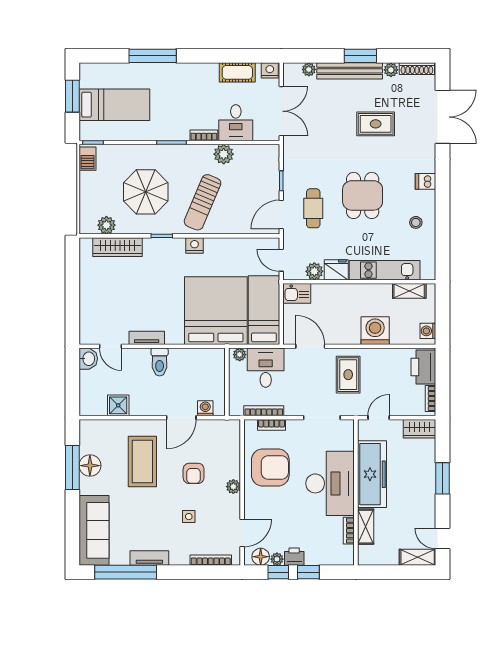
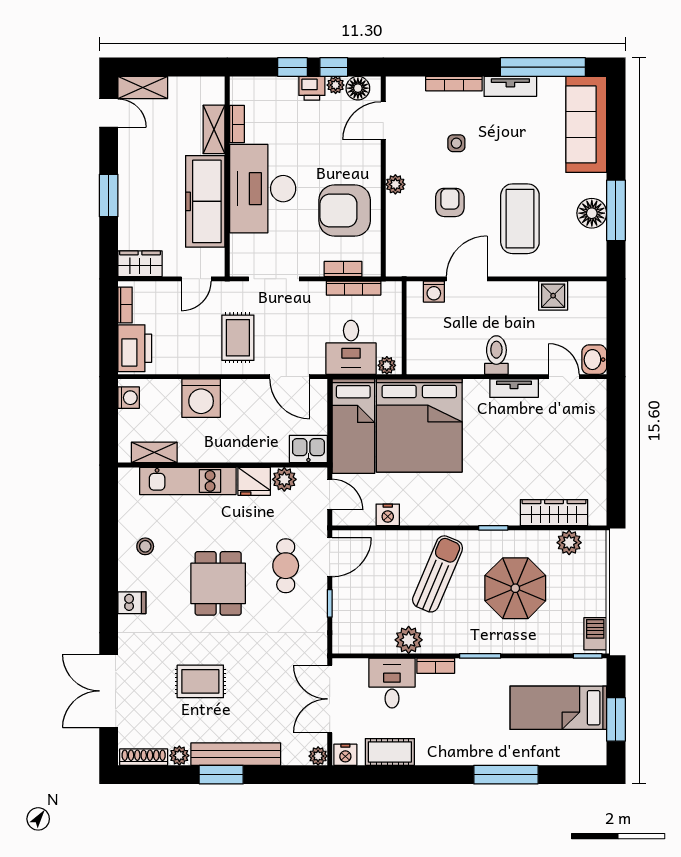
plant: (309, 69) -> (318, 756), moved
nightstand: (195, 245) -> (388, 515), moved
bookcase: (211, 560) -> (454, 84), moved

